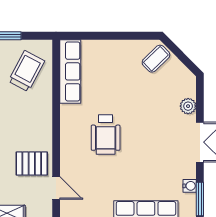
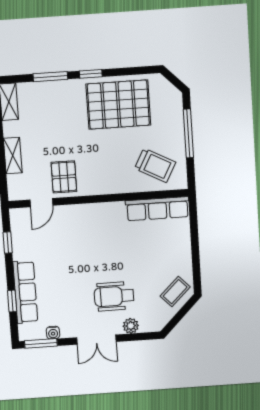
coffee table: (156, 59) -> (175, 292), turned 90
wheelchair: (106, 134) -> (114, 296), moved

